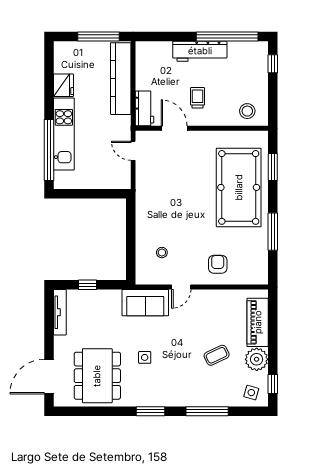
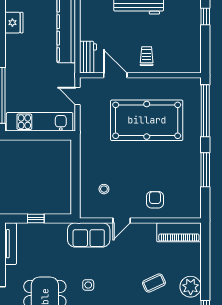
fridge: (63, 85) -> (14, 23), moved
trolley: (198, 98) -> (147, 56), moved
stool: (247, 111) -> (182, 60), removed
kitchen unit: (64, 134) -> (40, 122), moved, turned -90
window: (273, 167) -> (205, 111), width x2.11
pool table: (239, 187) -> (147, 120), moved, turned 90
piano: (258, 322) -> (179, 232), moved, turned -90

